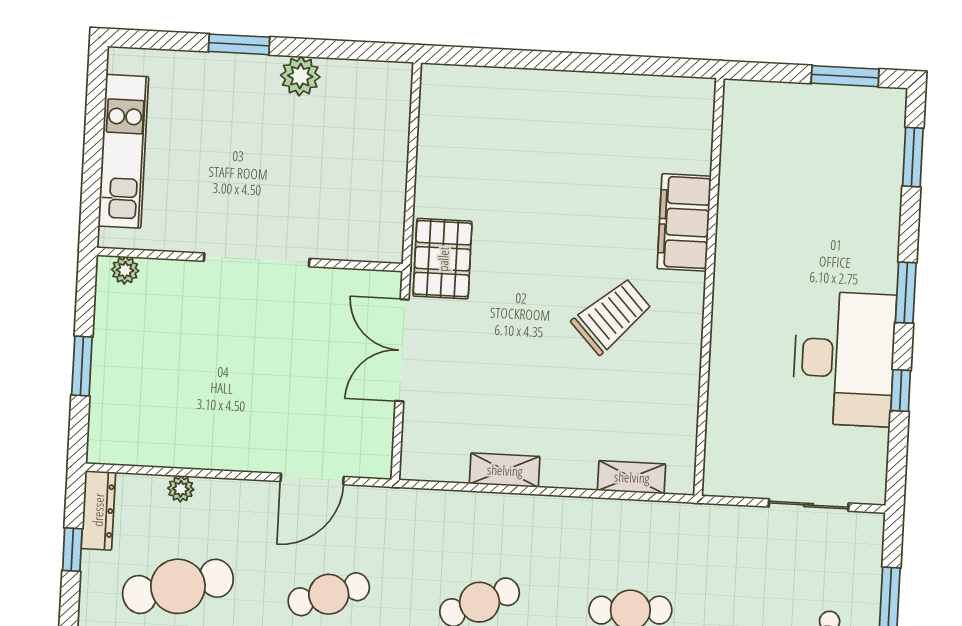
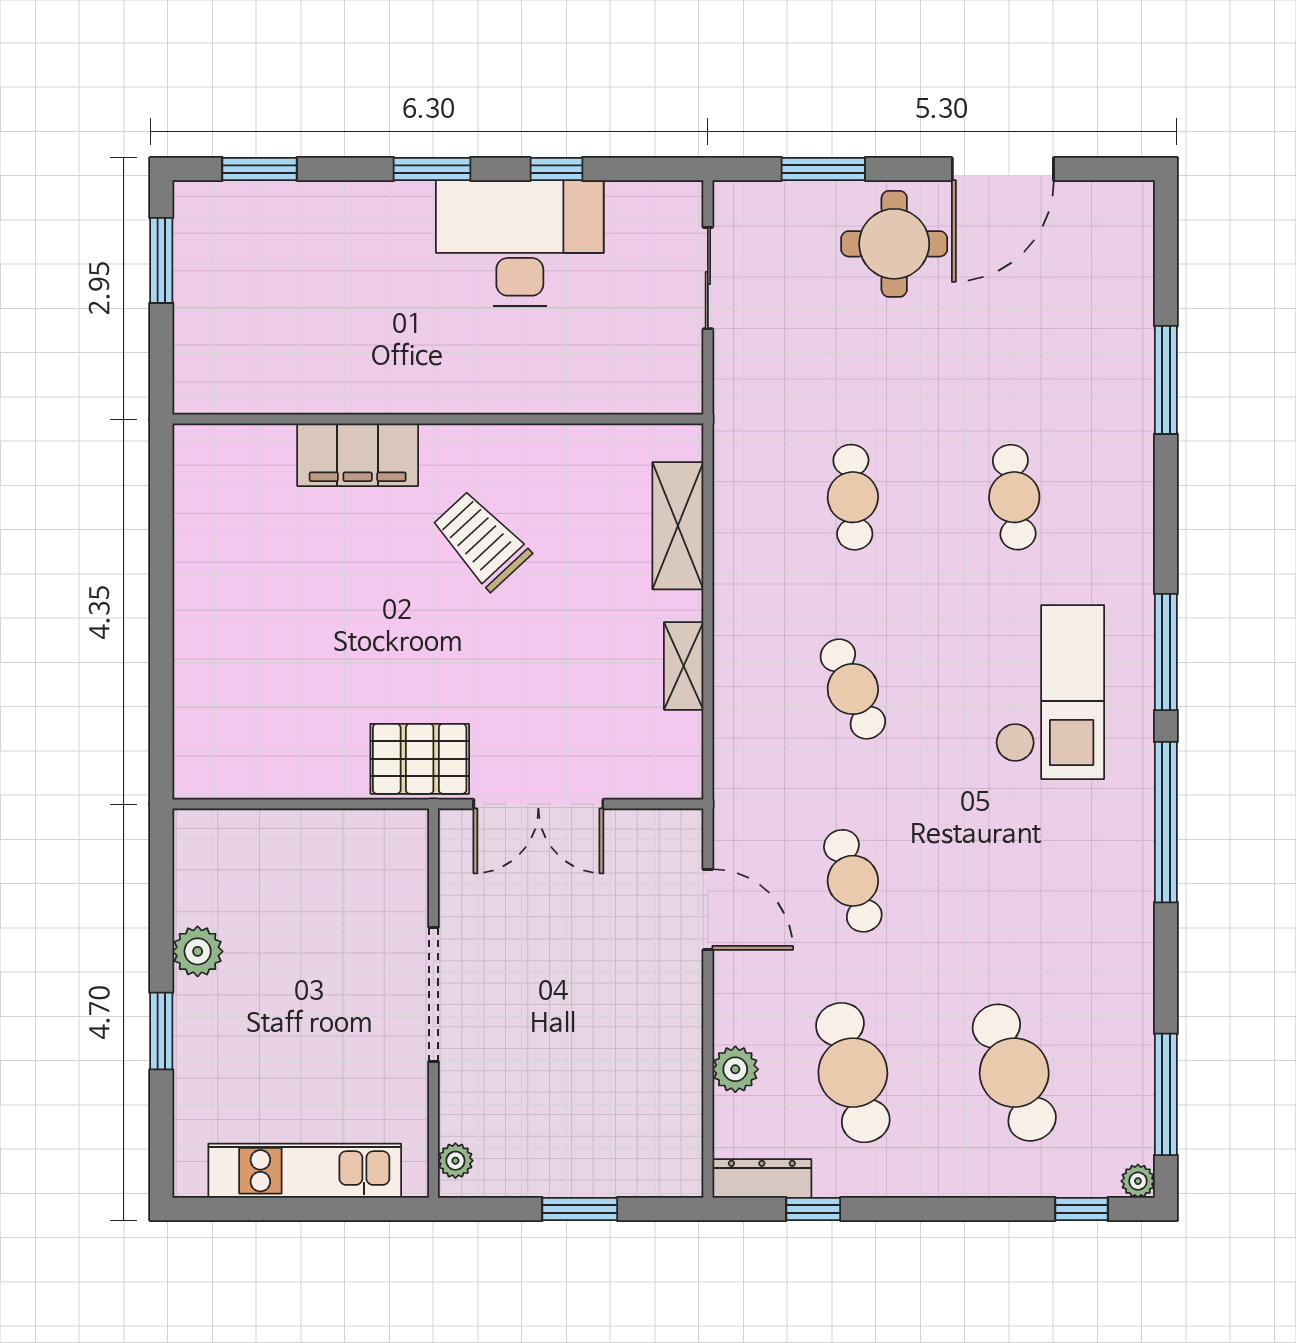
shelving: (632, 477) -> (678, 526), width x1.50, depth x1.33
plant: (181, 489) -> (735, 1069), width x1.38, depth x1.38

